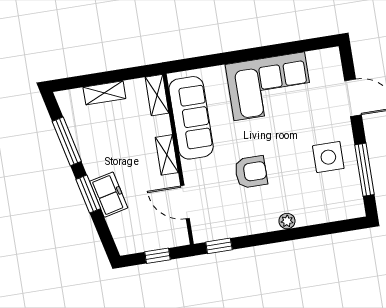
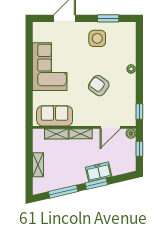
shelving: (157, 95) -> (56, 134), moved
sofa: (191, 118) -> (55, 116), width x0.73
window: (364, 170) -> (108, 18), width x0.69
armchair: (251, 172) -> (99, 86), turned -54
boiler: (180, 238) -> (131, 133), added

